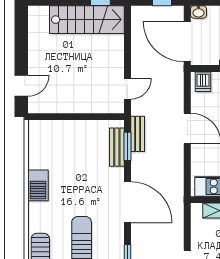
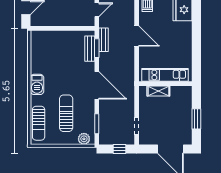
barbecue: (38, 185) -> (37, 84), moved

